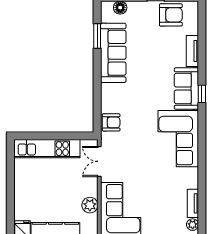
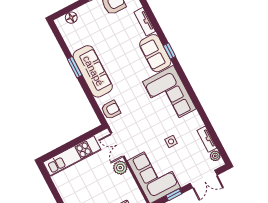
window: (97, 36) -> (75, 67), moved
sofa: (113, 53) -> (93, 71), moved
side table: (155, 186) -> (171, 141), added
plant: (90, 205) -> (120, 168), moved

